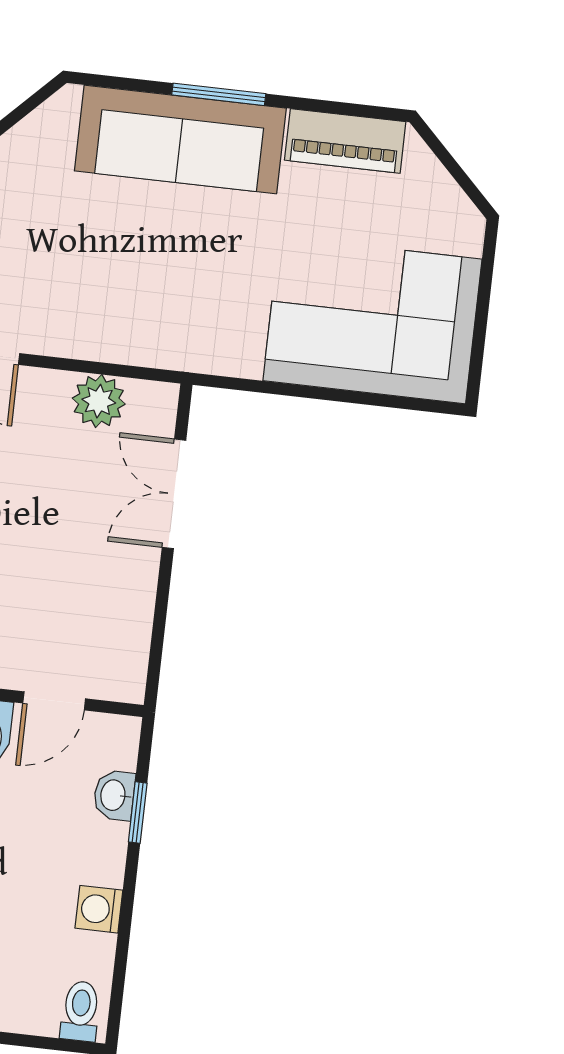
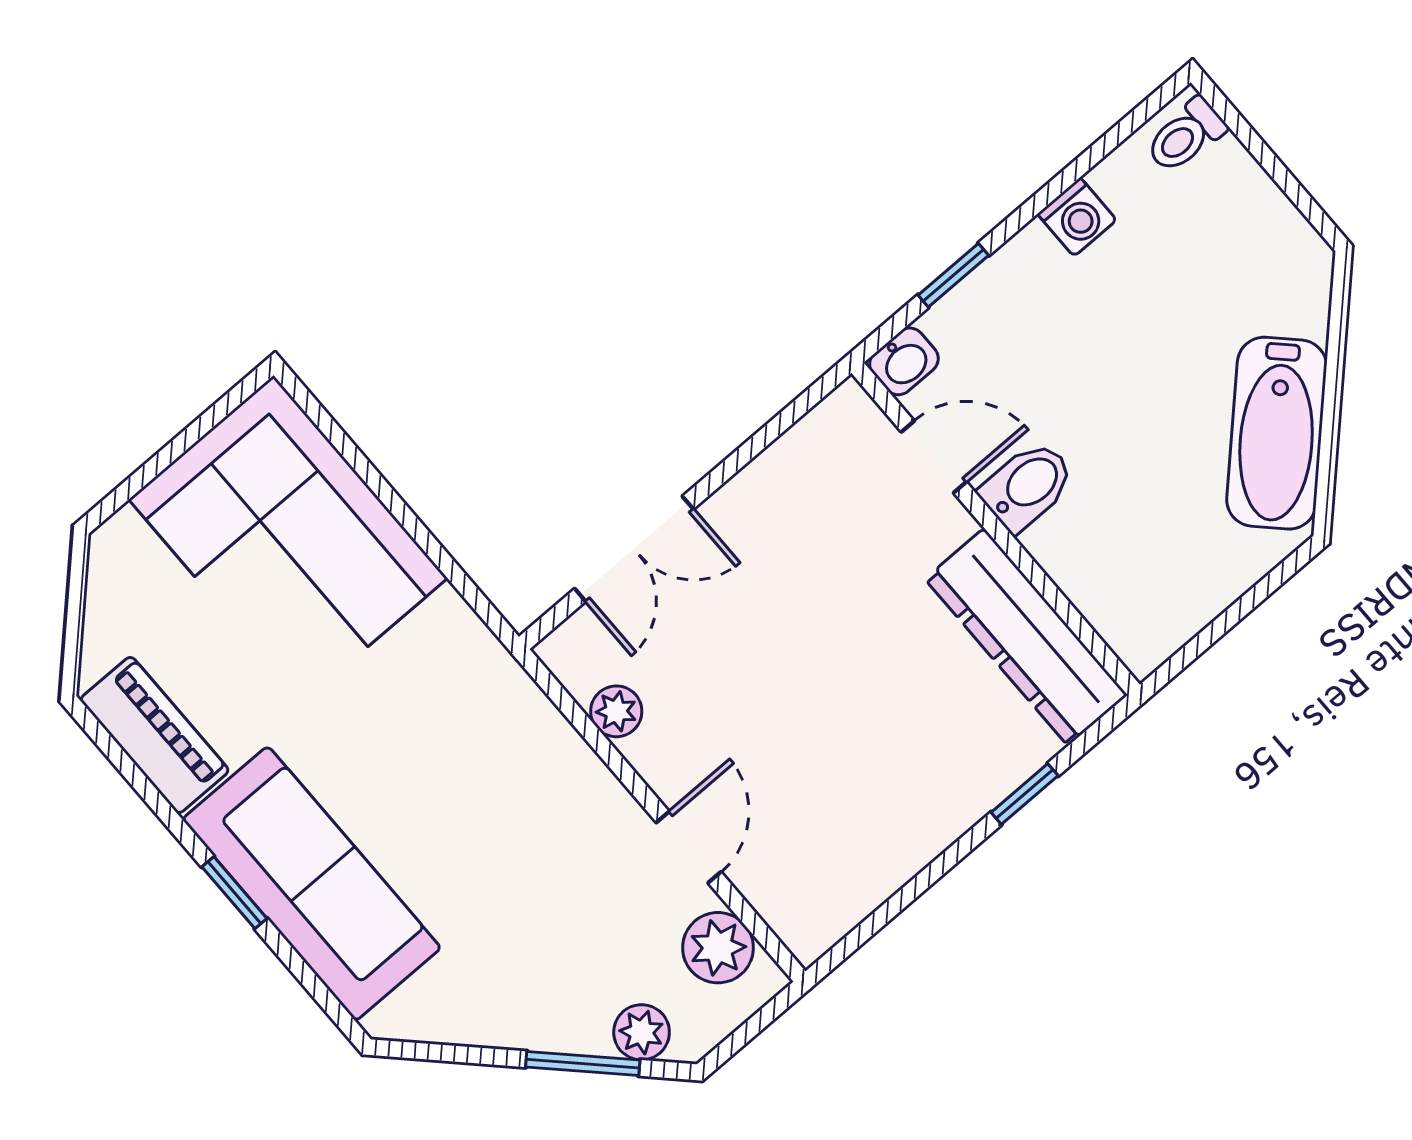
window: (219, 94) -> (234, 893), width x0.67
plant: (99, 401) -> (616, 711), width x0.73, depth x0.73
washbasin: (114, 795) -> (904, 361), moved

